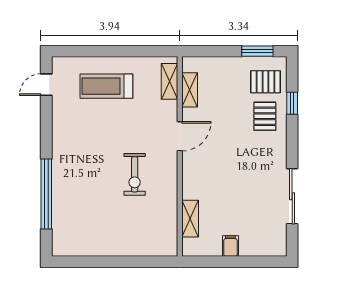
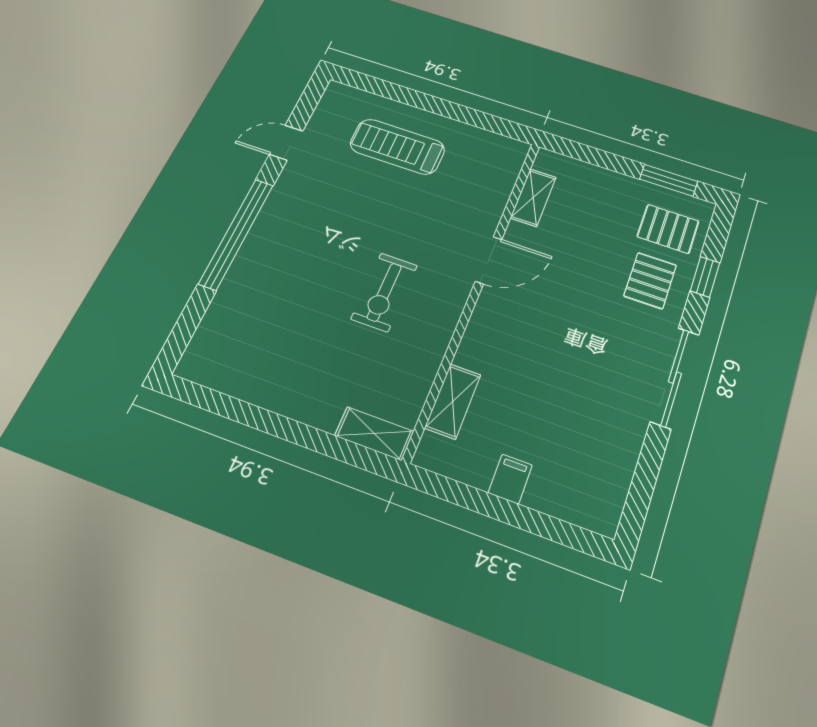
shelving: (170, 81) -> (374, 433), moved, turned 90
door: (46, 85) -> (286, 143), moved
window: (46, 194) -> (236, 234), moved
sliding door: (292, 196) -> (675, 378), moved

